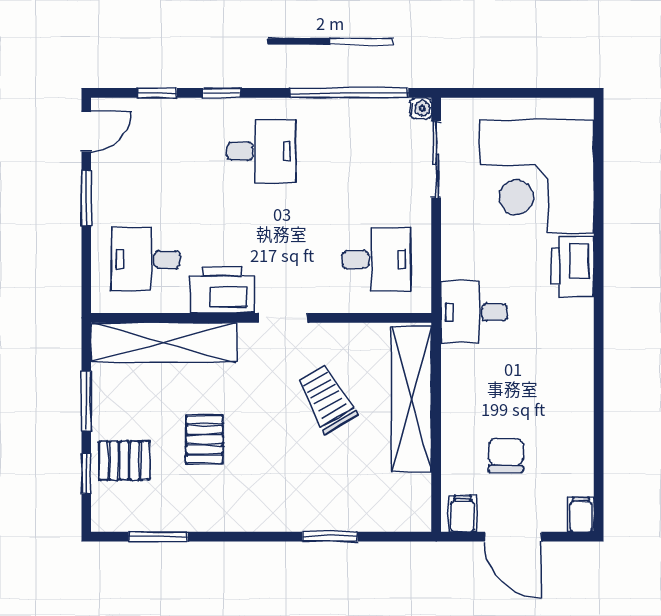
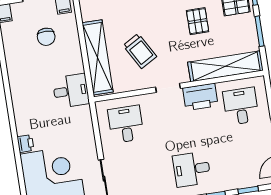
desk: (146, 260) -> (241, 106), turned -90
desk: (377, 260) -> (126, 124), turned 90
printer: (572, 266) -> (26, 144), width x0.53, depth x0.68
desk: (474, 312) -> (71, 91), moved

